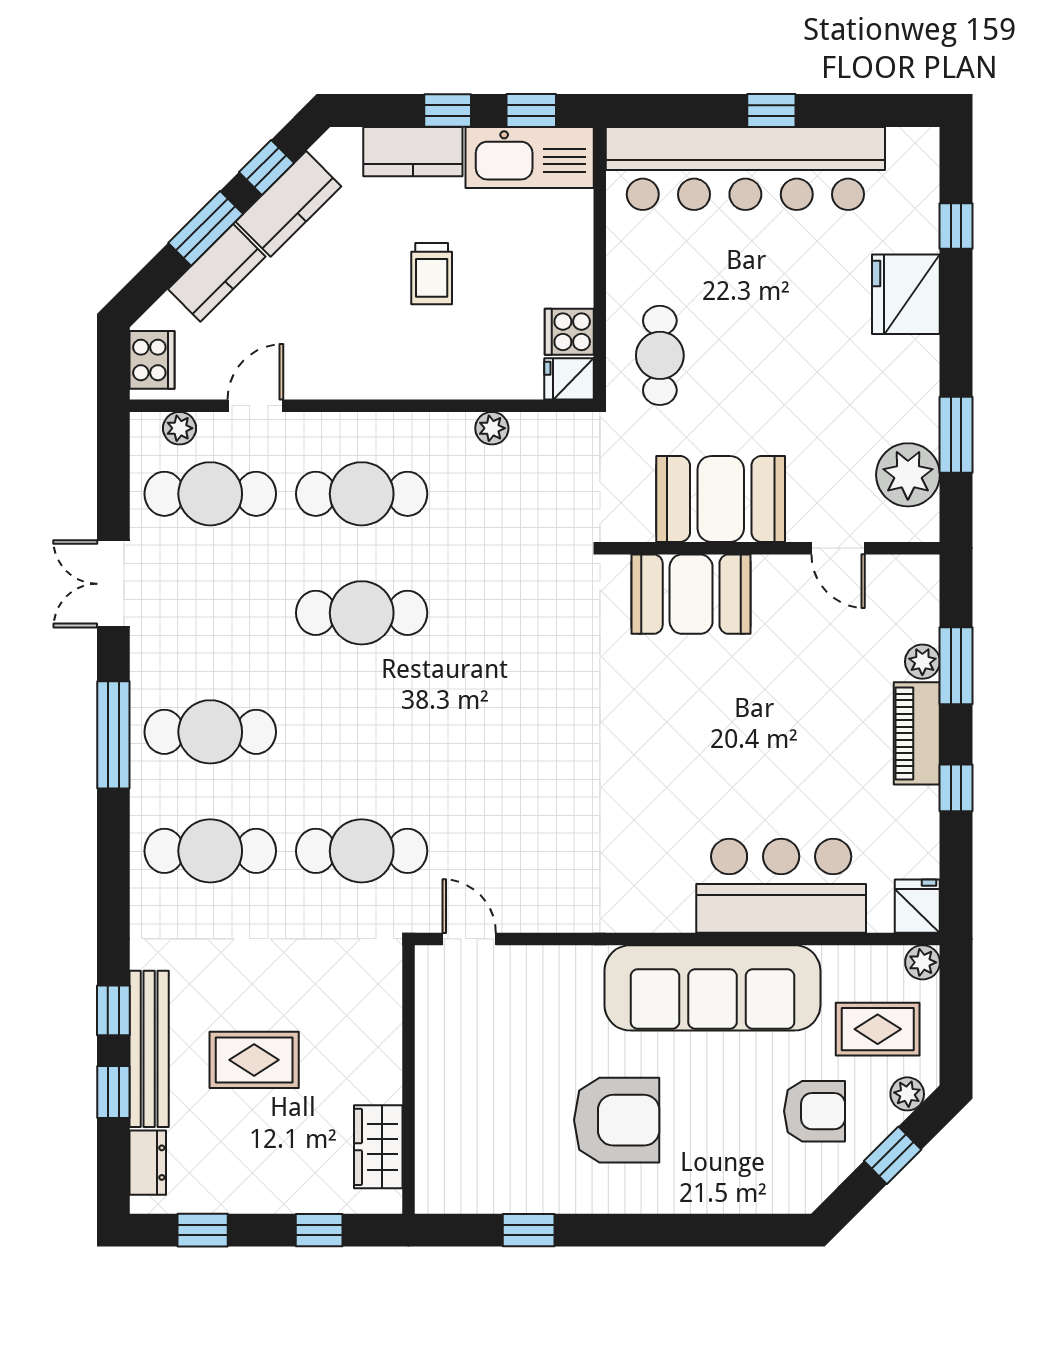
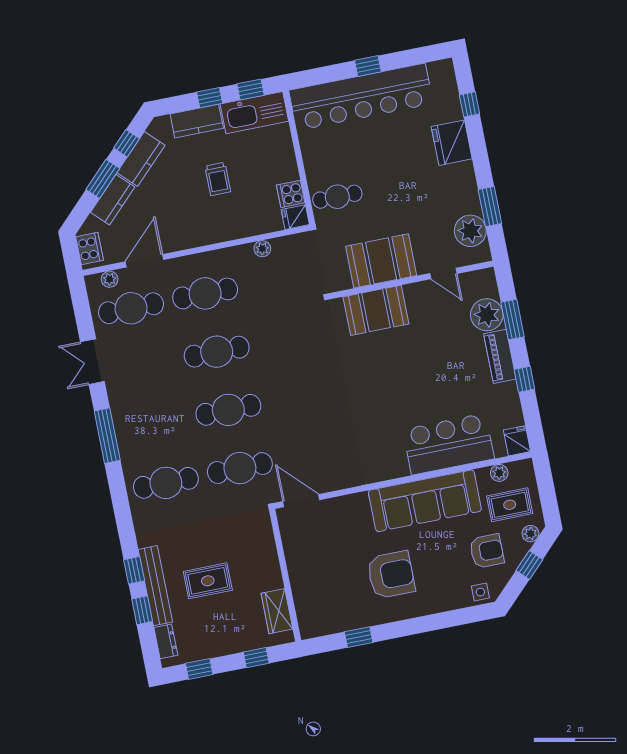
cafe table: (660, 355) -> (337, 197), turned 90
door: (255, 406) -> (144, 261), width x1.38
plant: (922, 662) -> (487, 315), width x1.87, depth x1.87
cafe table: (210, 732) -> (228, 410), moved
door: (469, 939) -> (301, 501), width x1.38
plant: (922, 962) -> (499, 473), moved
side table: (786, 1189) -> (480, 592), added

